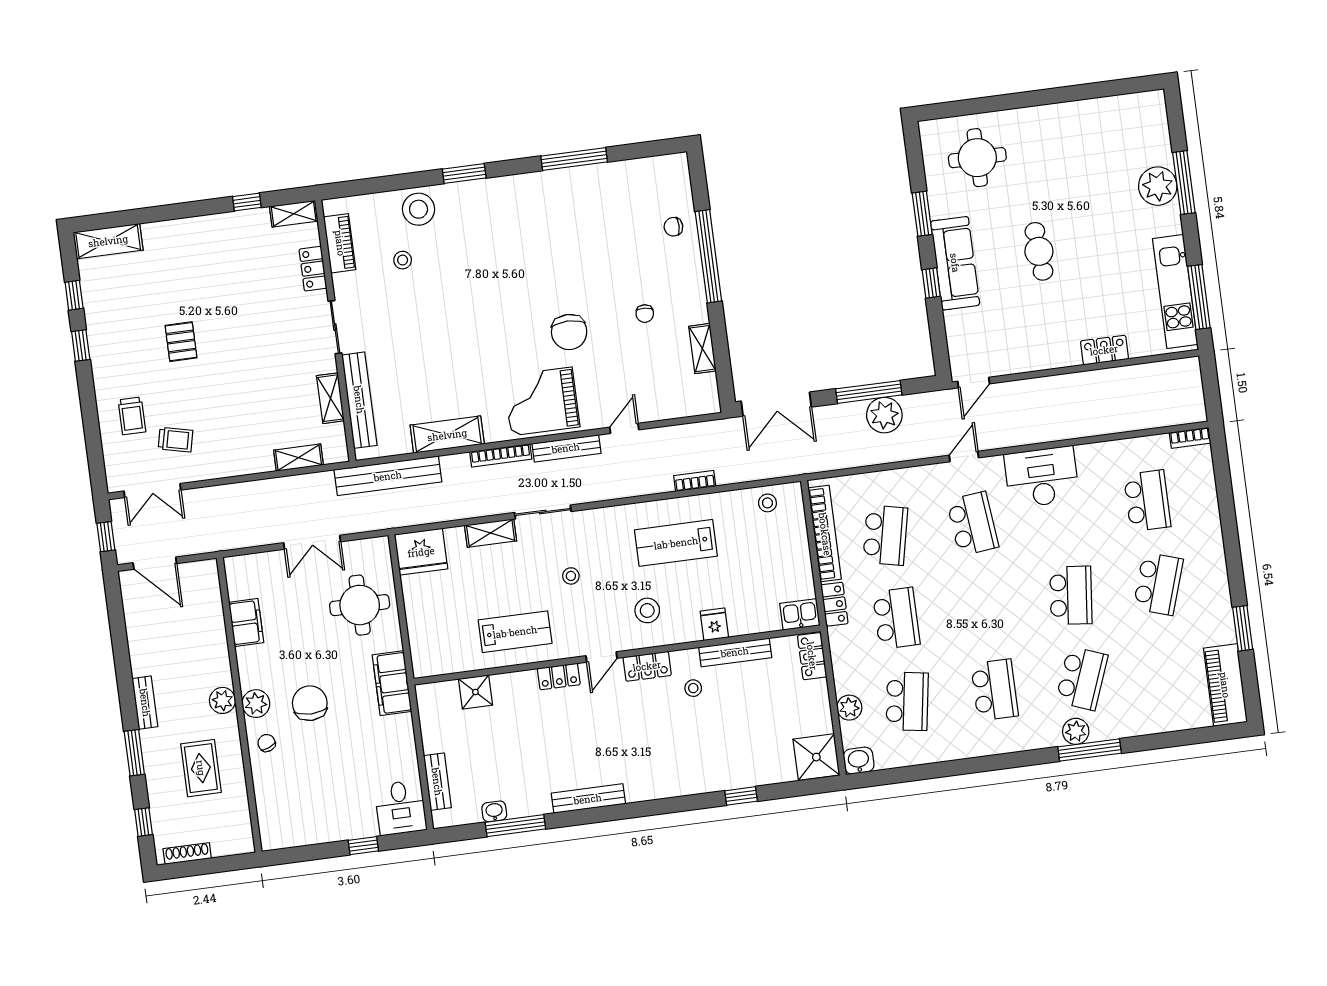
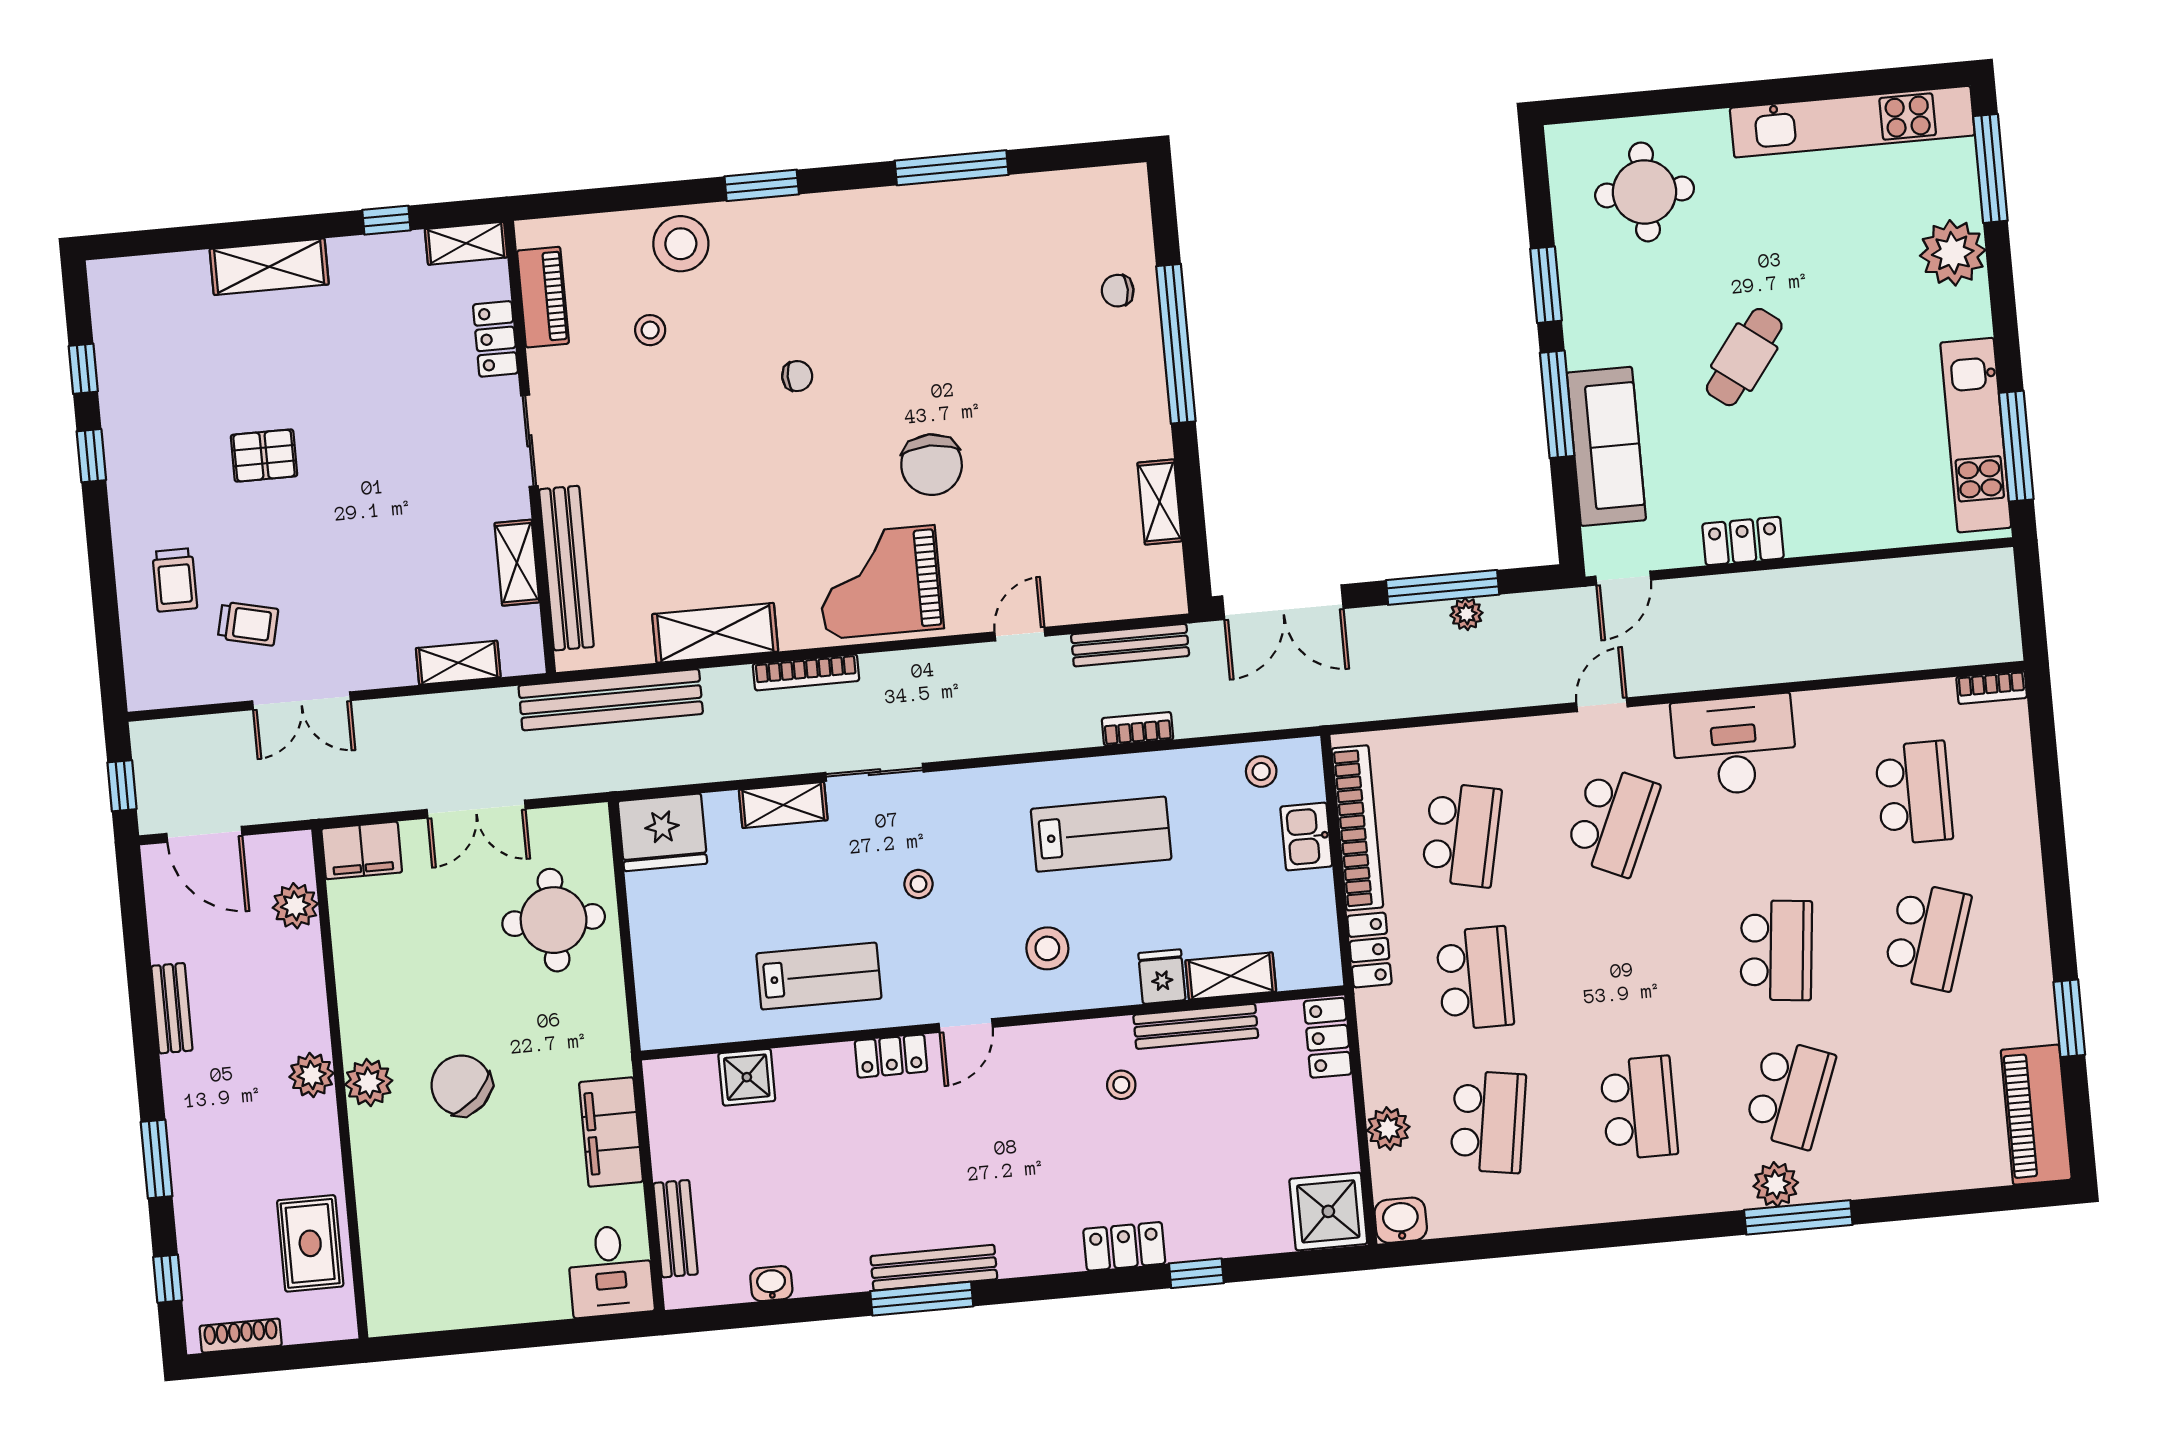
kitchen unit: (1096, 112) -> (1852, 122), added
window: (1184, 183) -> (1990, 168), moved
shelving: (108, 241) -> (269, 267), moved
cafe table: (1039, 251) -> (1744, 357), turned 41
sofa: (955, 263) -> (1606, 446), moved
window: (931, 283) -> (1557, 404), width x2.17
chair: (645, 314) -> (797, 376), moved, turned -94
pallet: (181, 342) -> (264, 456), turned 90
locker: (1104, 350) -> (1743, 541), moved
plant: (884, 415) -> (1466, 614), width x0.53, depth x0.53
bench: (566, 448) -> (1130, 645), moved
double door: (152, 491) -> (301, 701), moved
school desk: (973, 524) -> (1612, 821), turned 30
lab bench: (676, 543) -> (1101, 834), turned 180
plant: (209, 603) -> (295, 906), added
kitchen sink: (800, 614) -> (1306, 836), moved, turned -90
filing cabinet: (246, 622) -> (362, 850), moved, turned 90
shelving: (754, 622) -> (1231, 976), added
locker: (647, 666) -> (1124, 1246), moved, turned 180
filing cabinet: (392, 683) -> (611, 1132), moved
bench: (145, 703) -> (172, 1008), moved
chair: (310, 703) -> (461, 1085), turned -44
chair: (267, 743) -> (384, 1151), removed
rug: (201, 768) -> (310, 1243), moved
window: (515, 826) -> (922, 1299), moved
window: (363, 846) -> (544, 1334), removed

